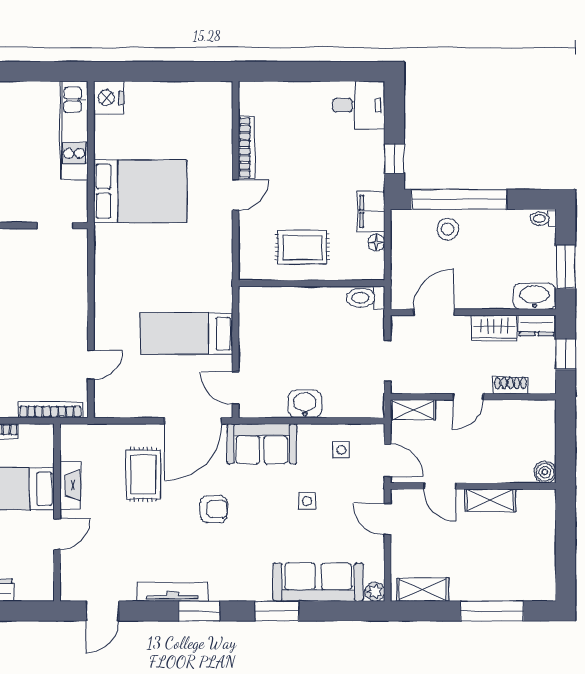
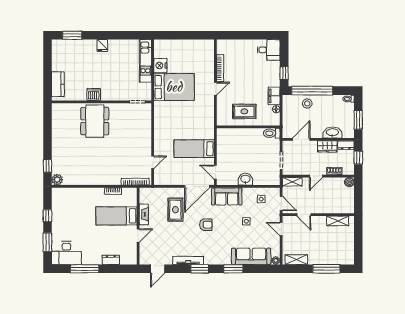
nightstand: (109, 98) -> (160, 65), moved
washbasin: (534, 296) -> (332, 133), moved
boiler: (545, 472) -> (349, 182), moved
shelving: (490, 500) -> (338, 221), moved

